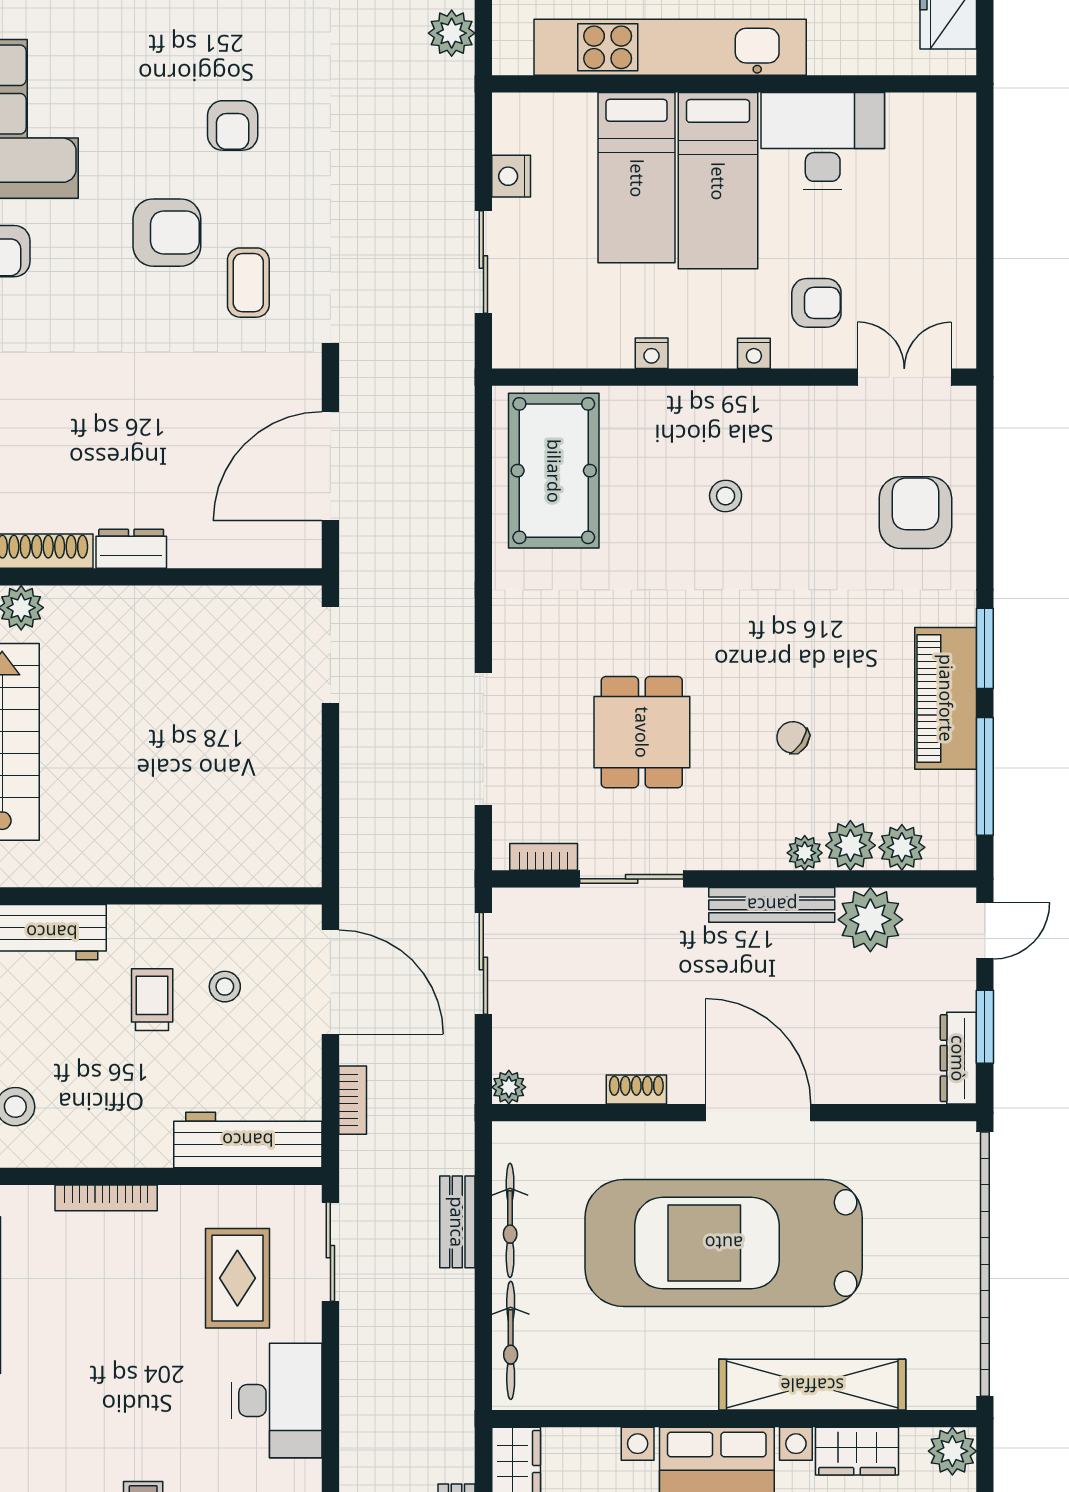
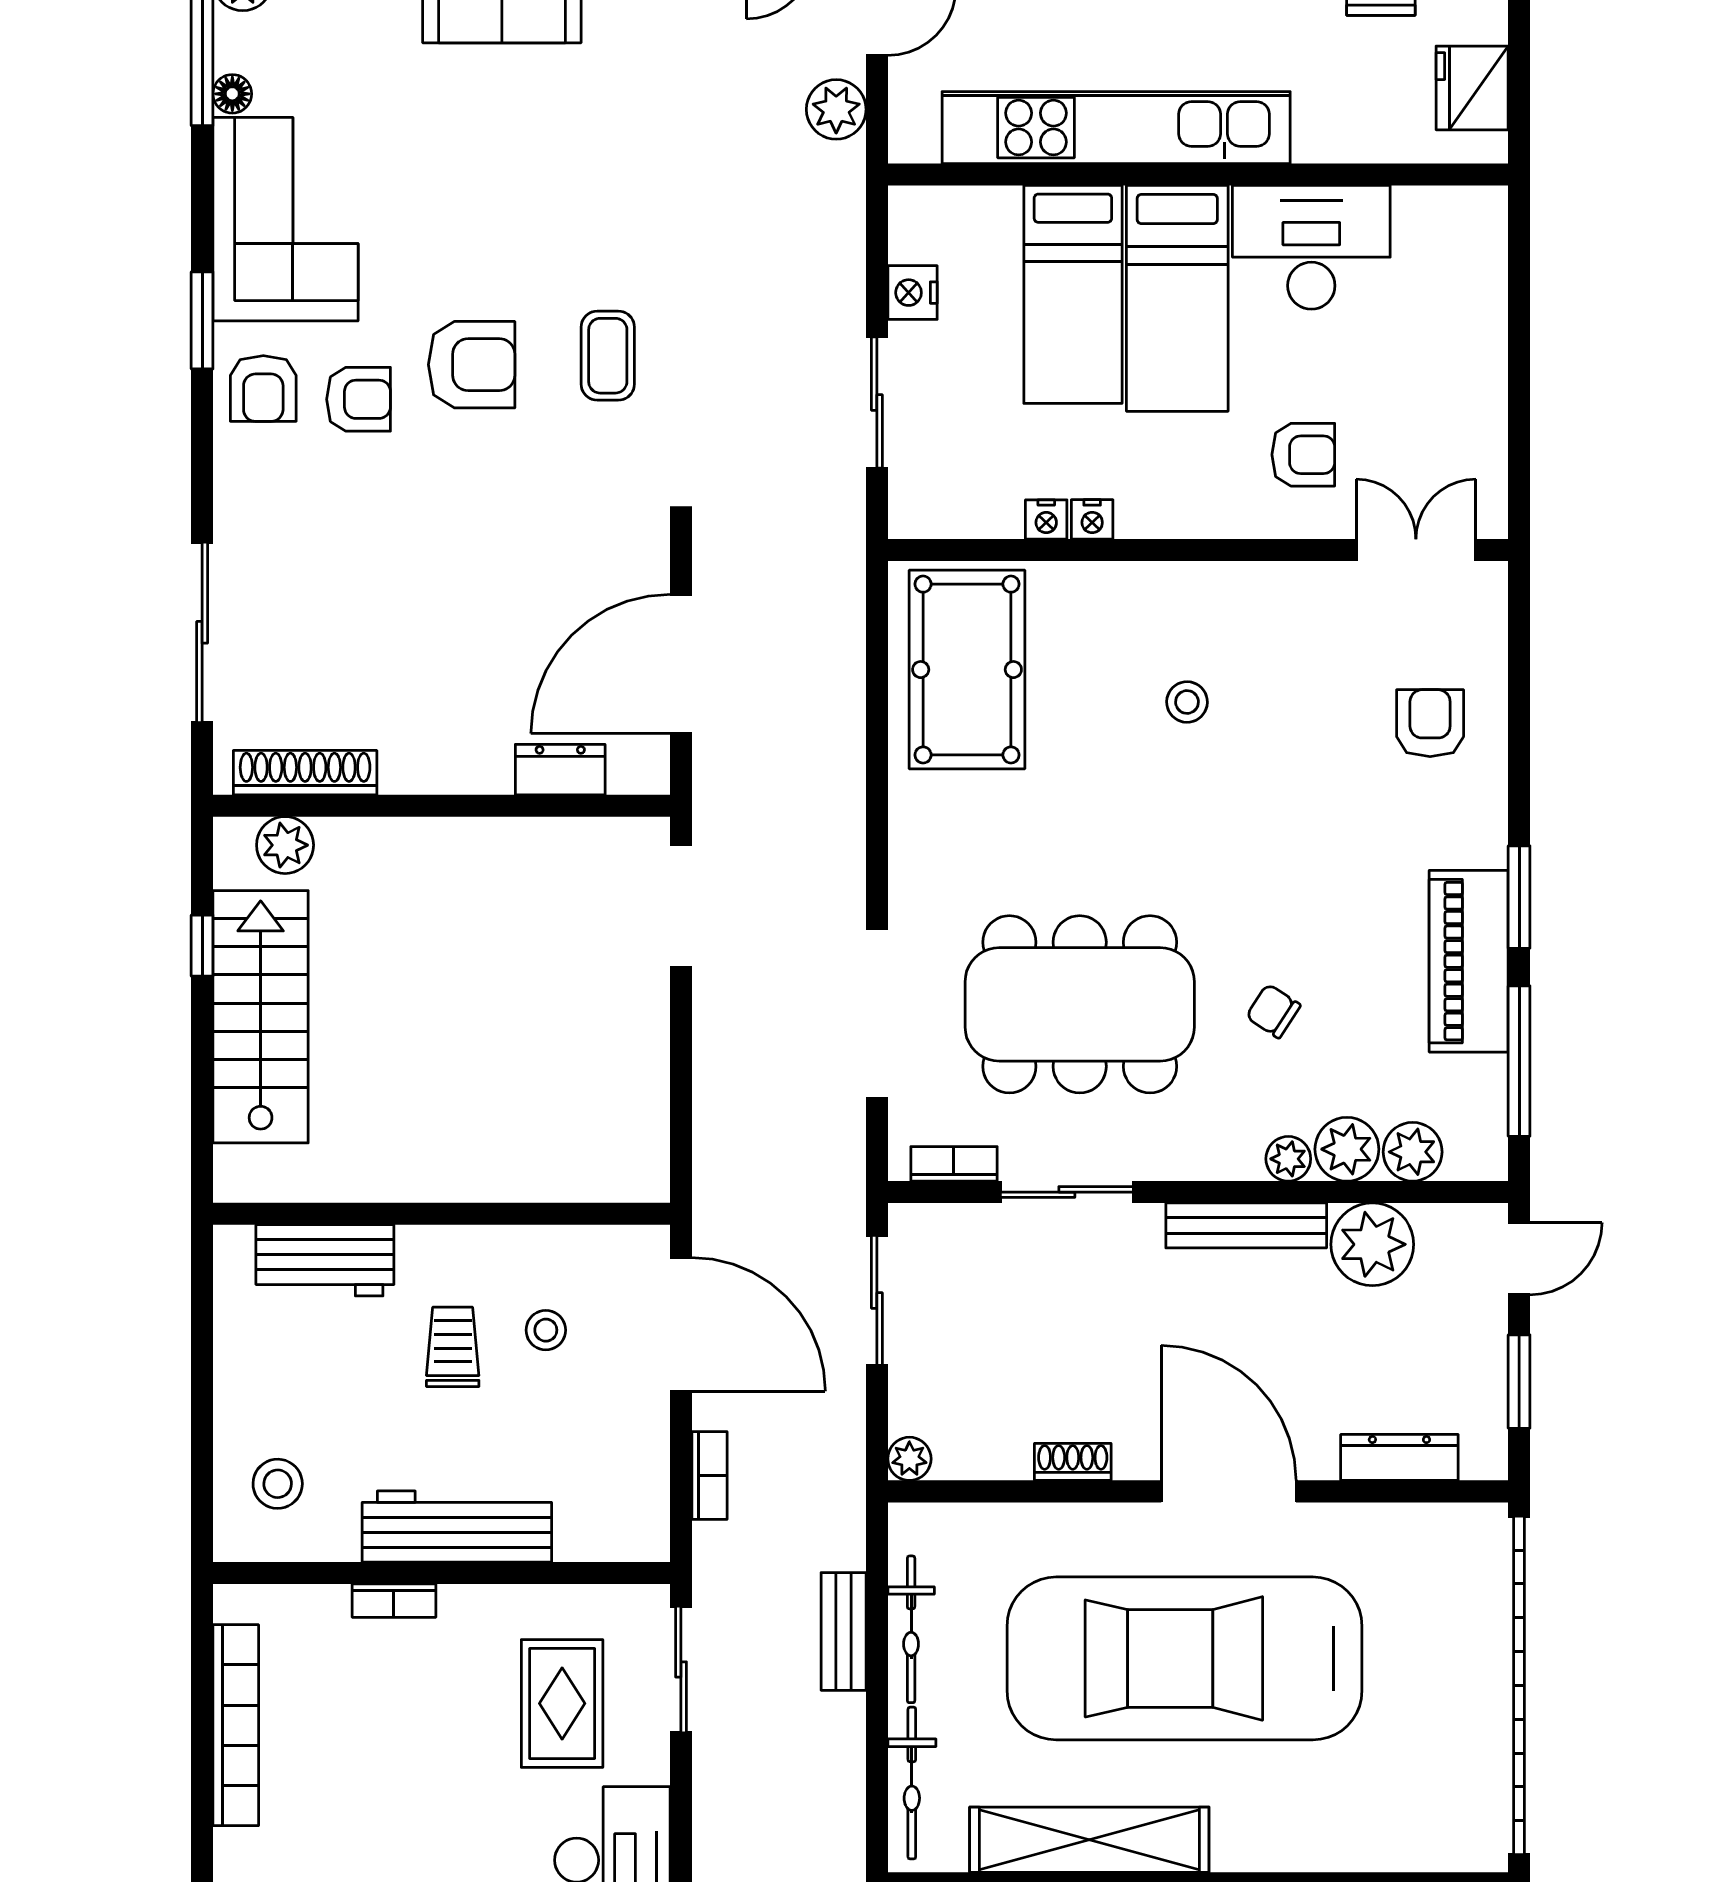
armchair: (233, 125) -> (358, 399), moved, turned -90
coffee table: (248, 283) -> (608, 356), moved
nightstand: (754, 353) -> (1046, 519), moved
armchair: (915, 513) -> (1430, 723), width x0.72, depth x0.72
dresser: (131, 549) -> (560, 770), moved
dining table: (642, 732) -> (1080, 1004), width x1.88, depth x1.24
dresser: (958, 1058) -> (1399, 1457), moved, turned 90
workbench: (248, 1140) -> (457, 1527), moved
bookcase: (106, 1198) -> (394, 1601), width x0.64
shelving: (812, 1385) -> (1089, 1840), moved

